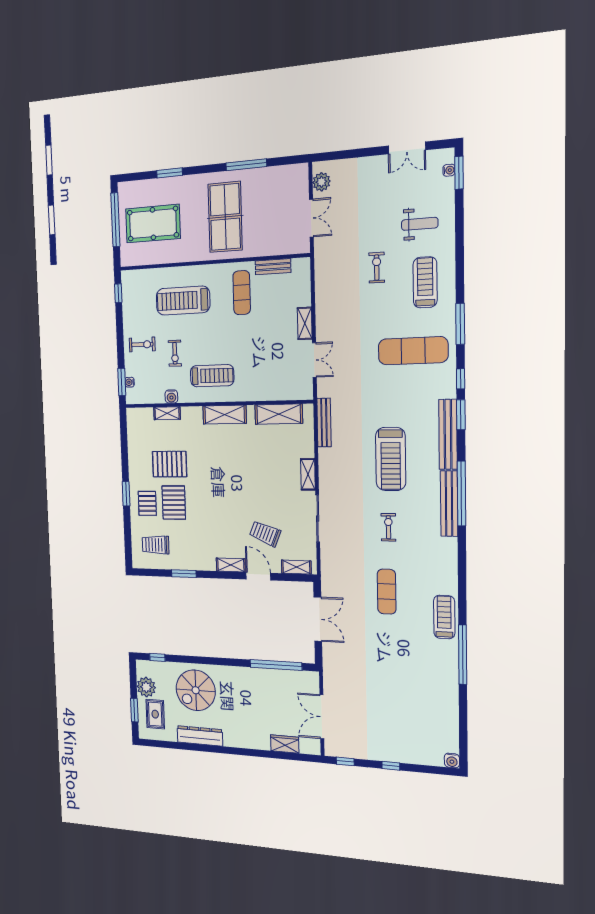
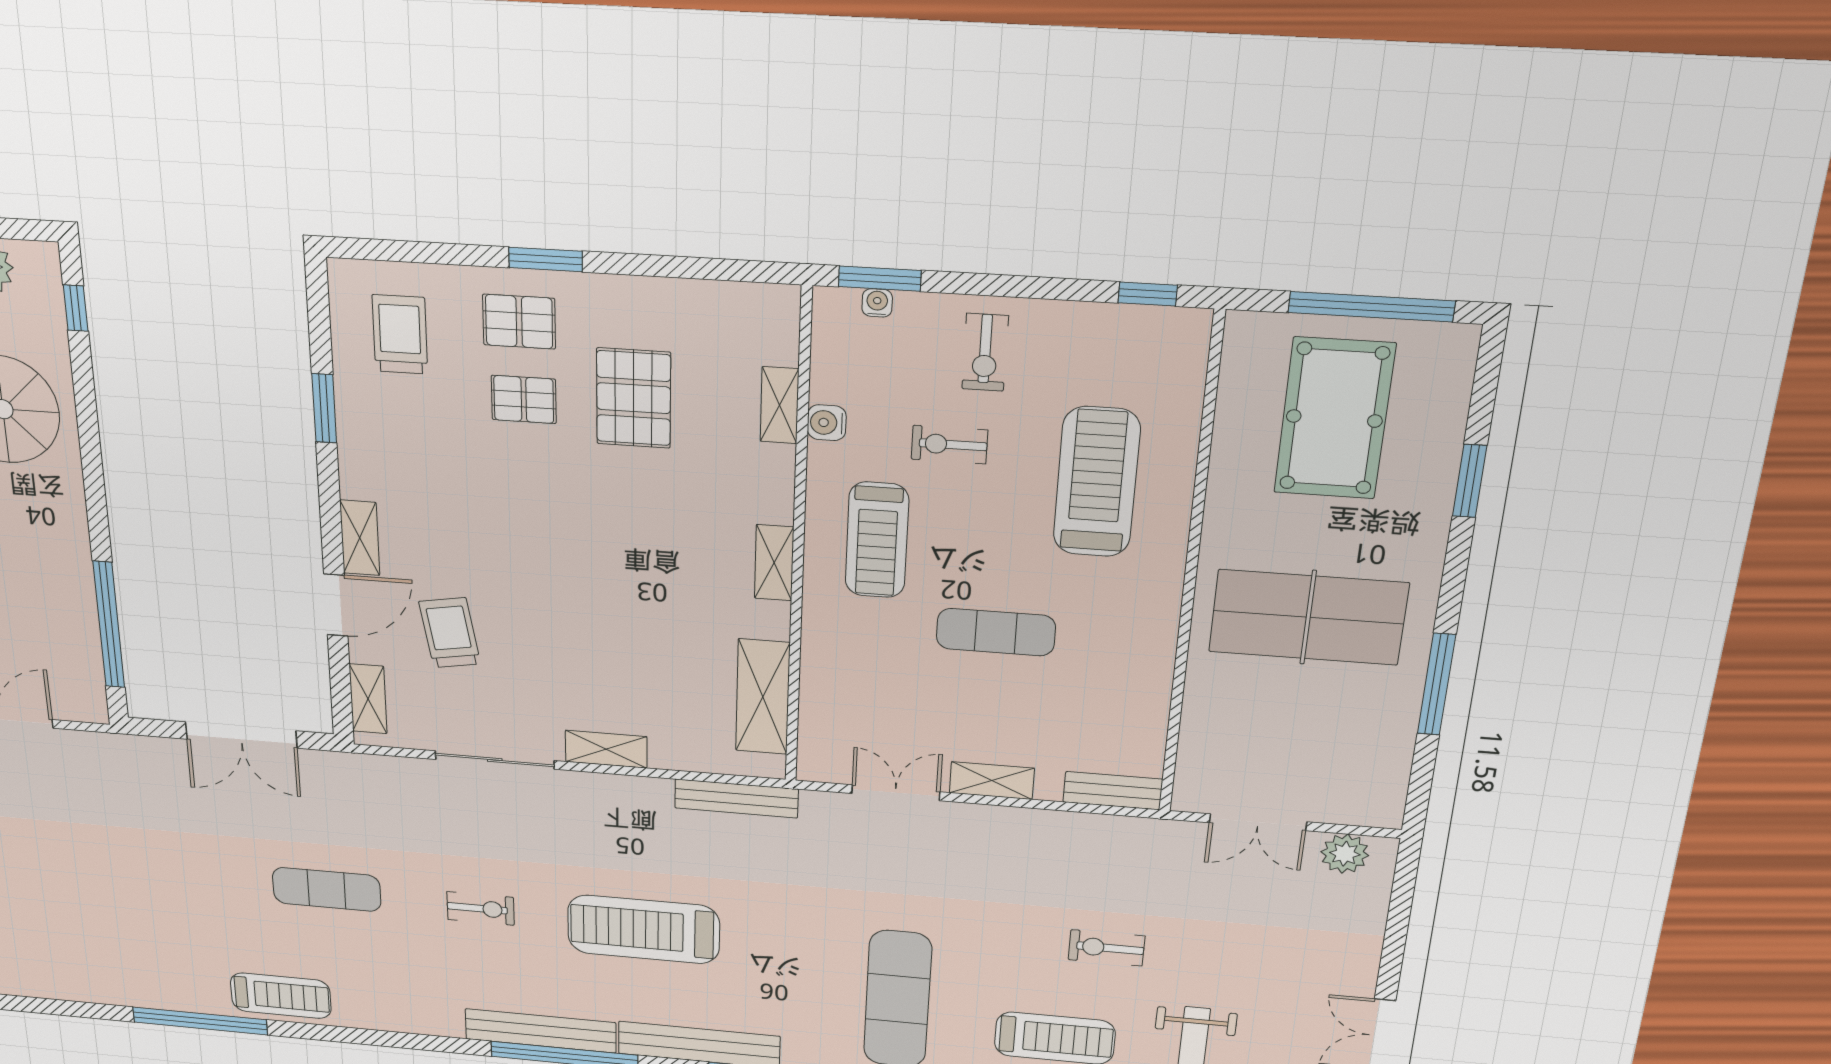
bench: (273, 267) -> (1113, 791), moved, turned 90
exercise bike: (377, 268) -> (1106, 948), turned 180
exercise mat: (242, 293) -> (996, 632), moved
double door: (314, 360) -> (896, 793), swing flipped
shelving: (225, 415) -> (774, 563), width x0.67, depth x0.75
pallet: (174, 503) -> (524, 399), width x0.67, depth x0.71
trolley: (265, 533) -> (450, 633), turned -32

